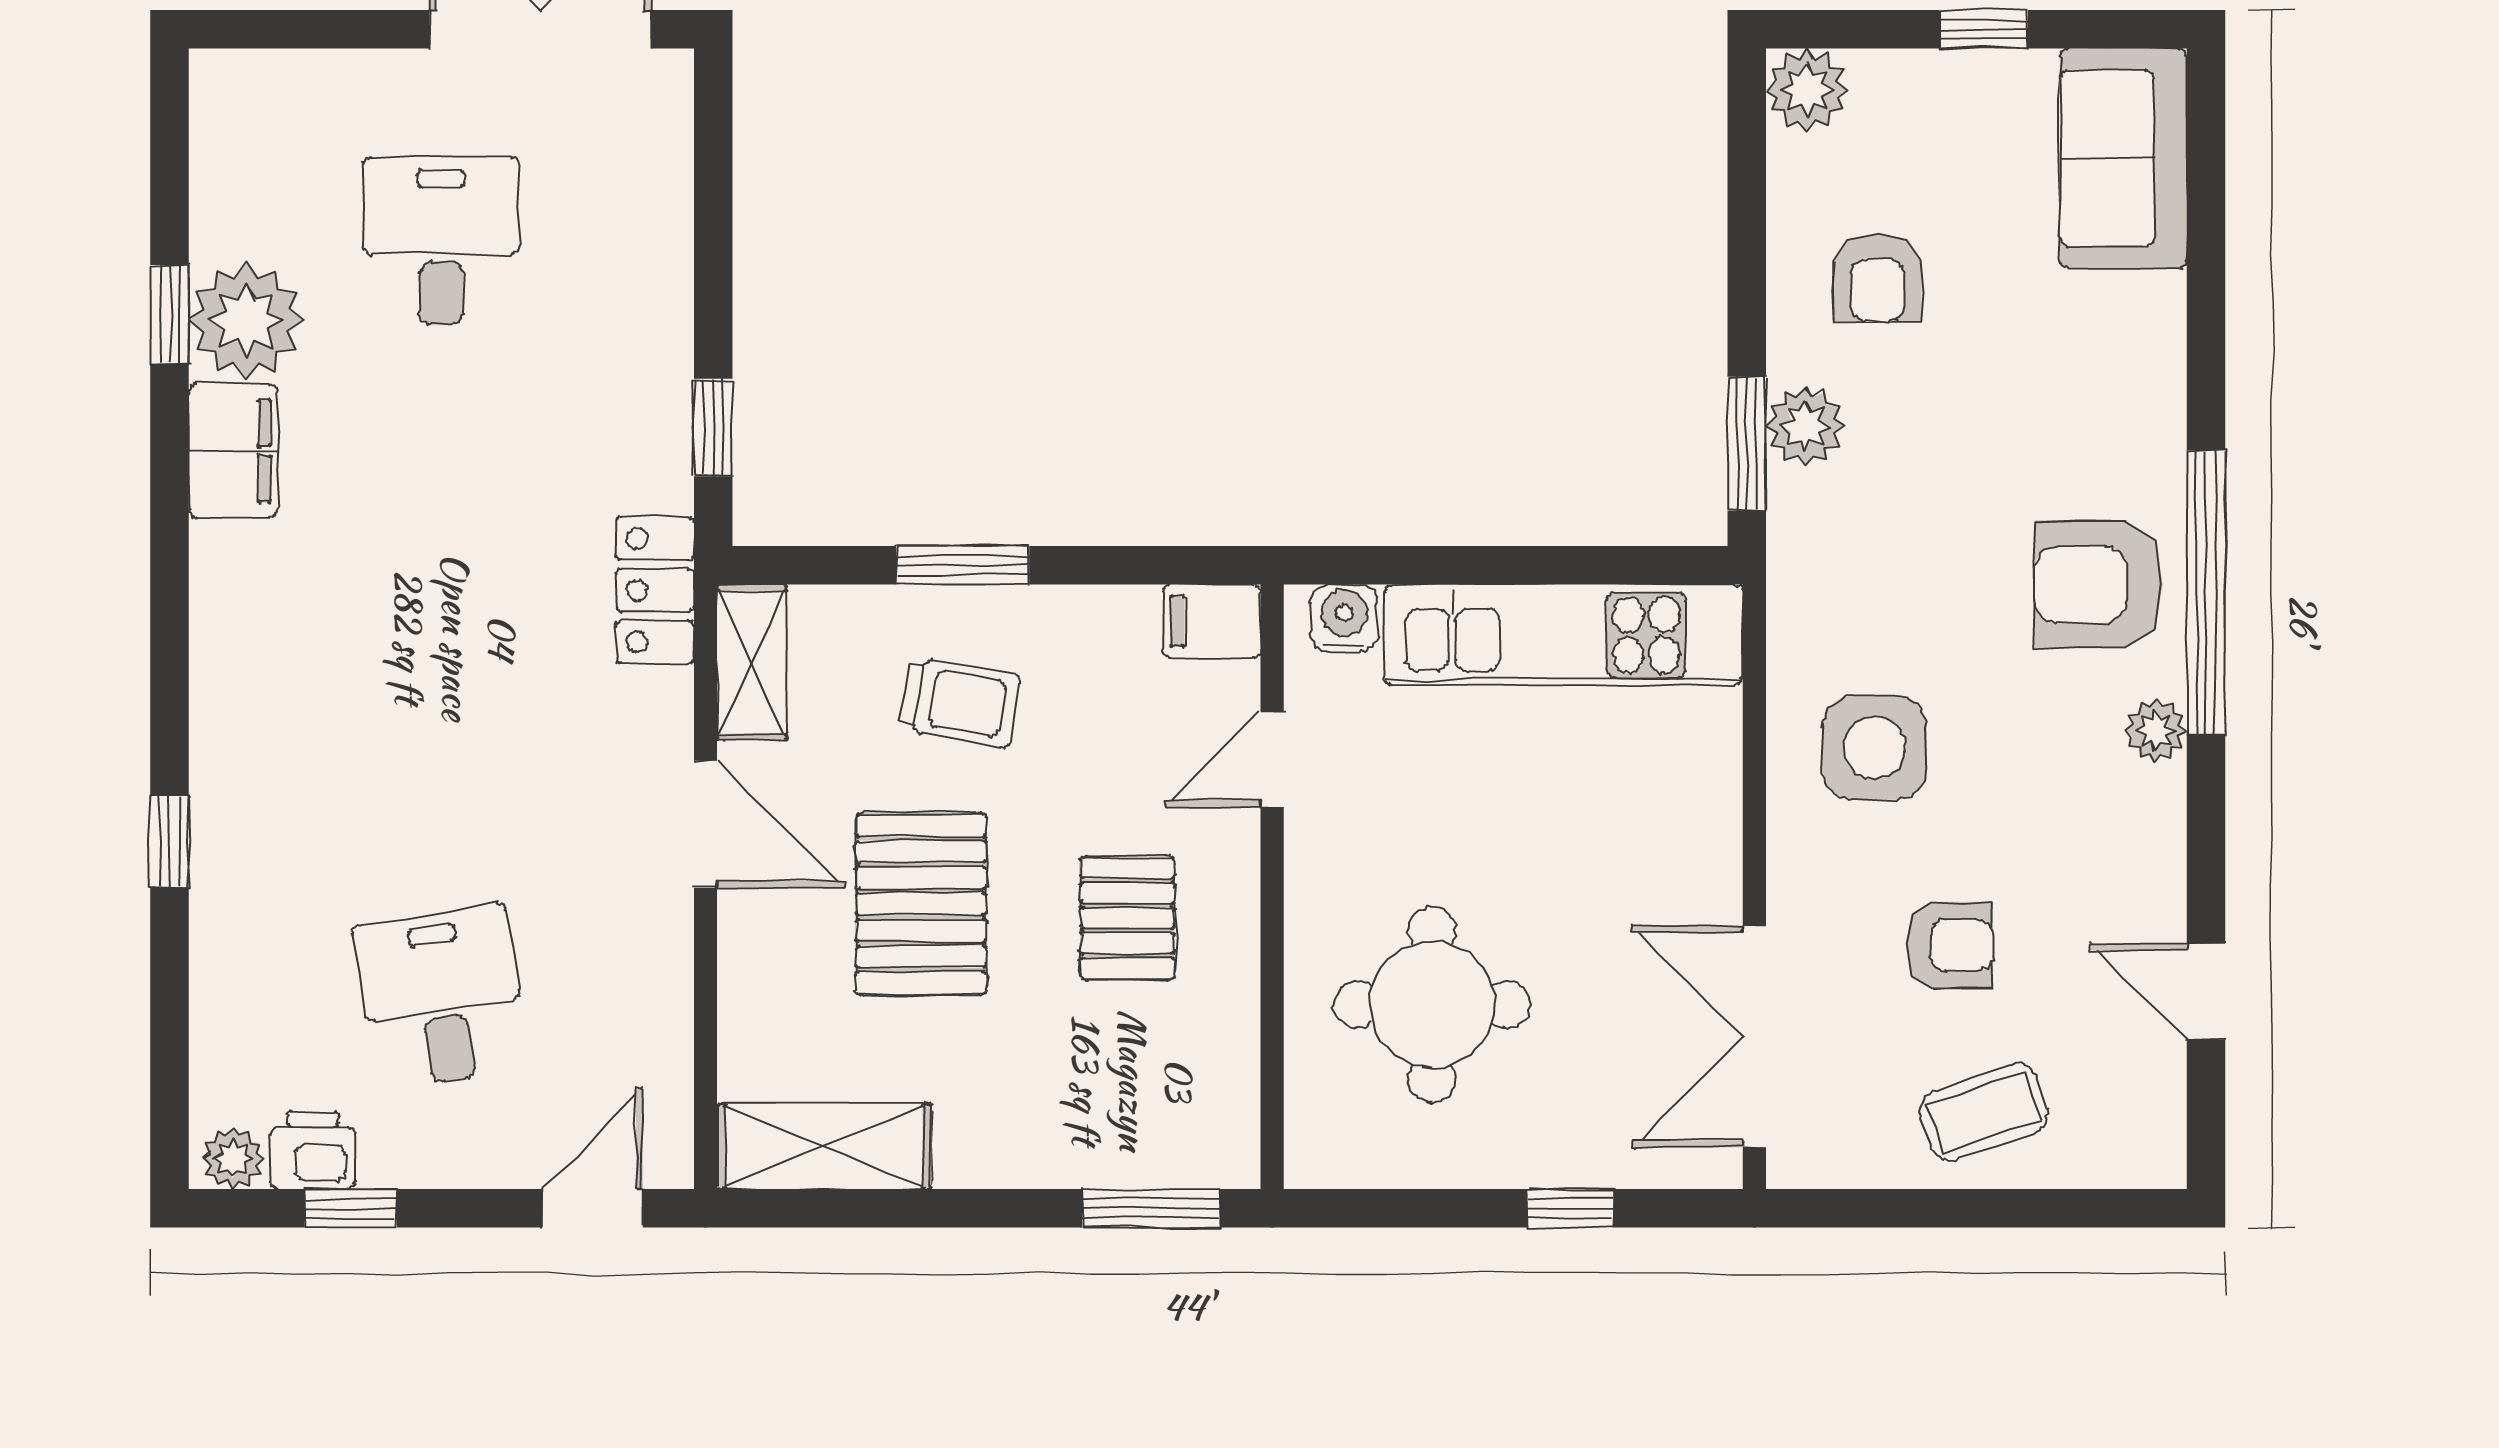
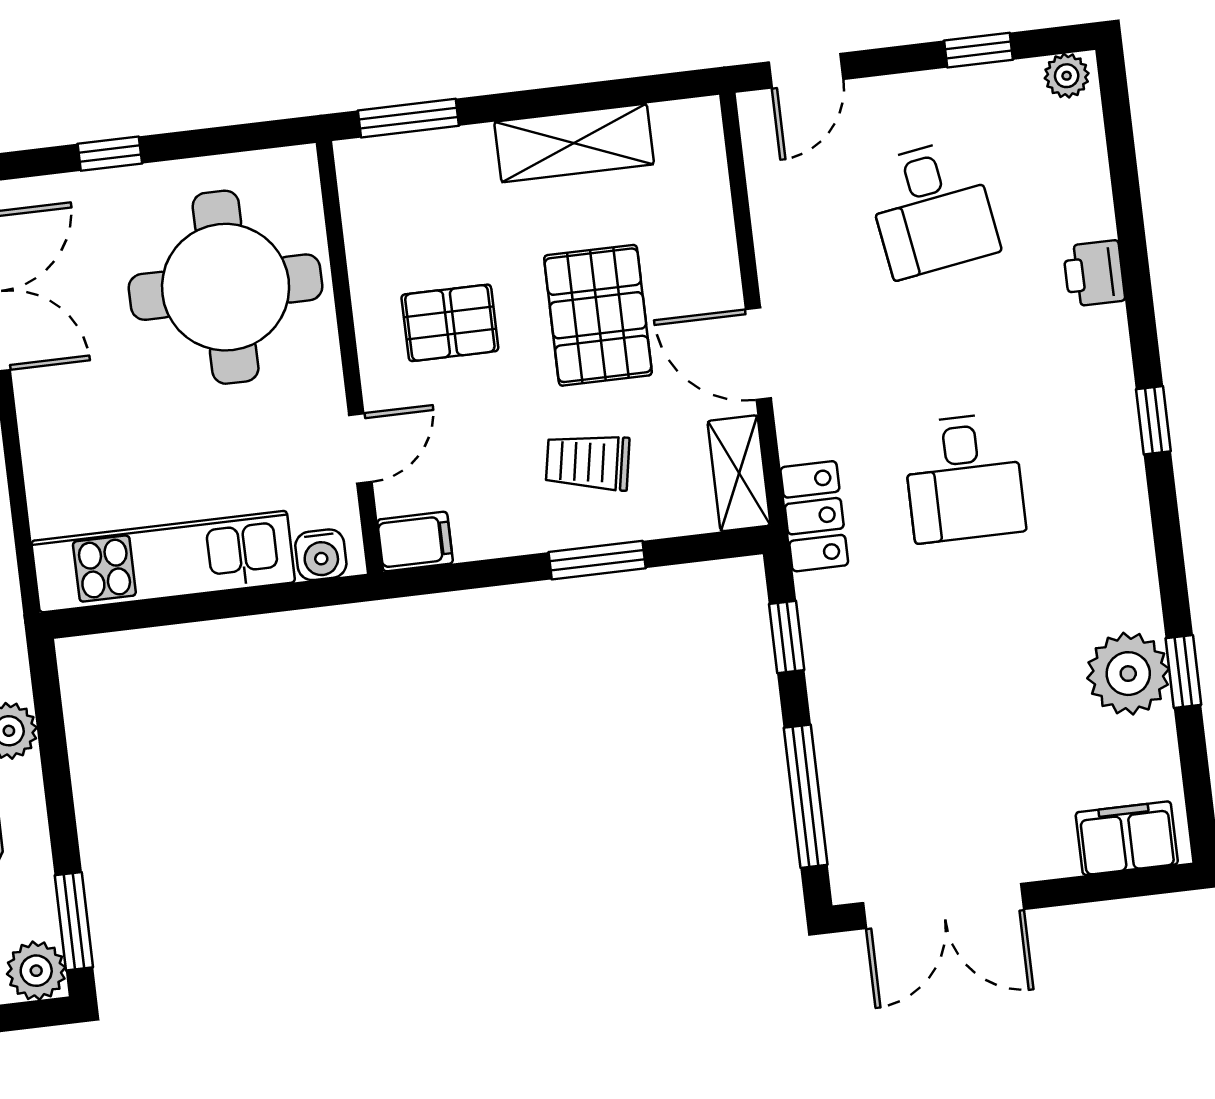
window: (713, 204) -> (806, 796), added
desk: (441, 241) -> (964, 478), moved
window: (1747, 444) -> (74, 921), moved
filing cabinet: (233, 451) -> (1127, 838), moved, turned 90
window: (170, 841) -> (1153, 420), moved
pallet: (1127, 918) -> (450, 323), turned 90
round table: (1432, 1004) -> (226, 287), width x1.36, depth x1.36
shelving: (824, 1146) -> (574, 143), moved
printer: (313, 1150) -> (1094, 273), moved, turned 90

